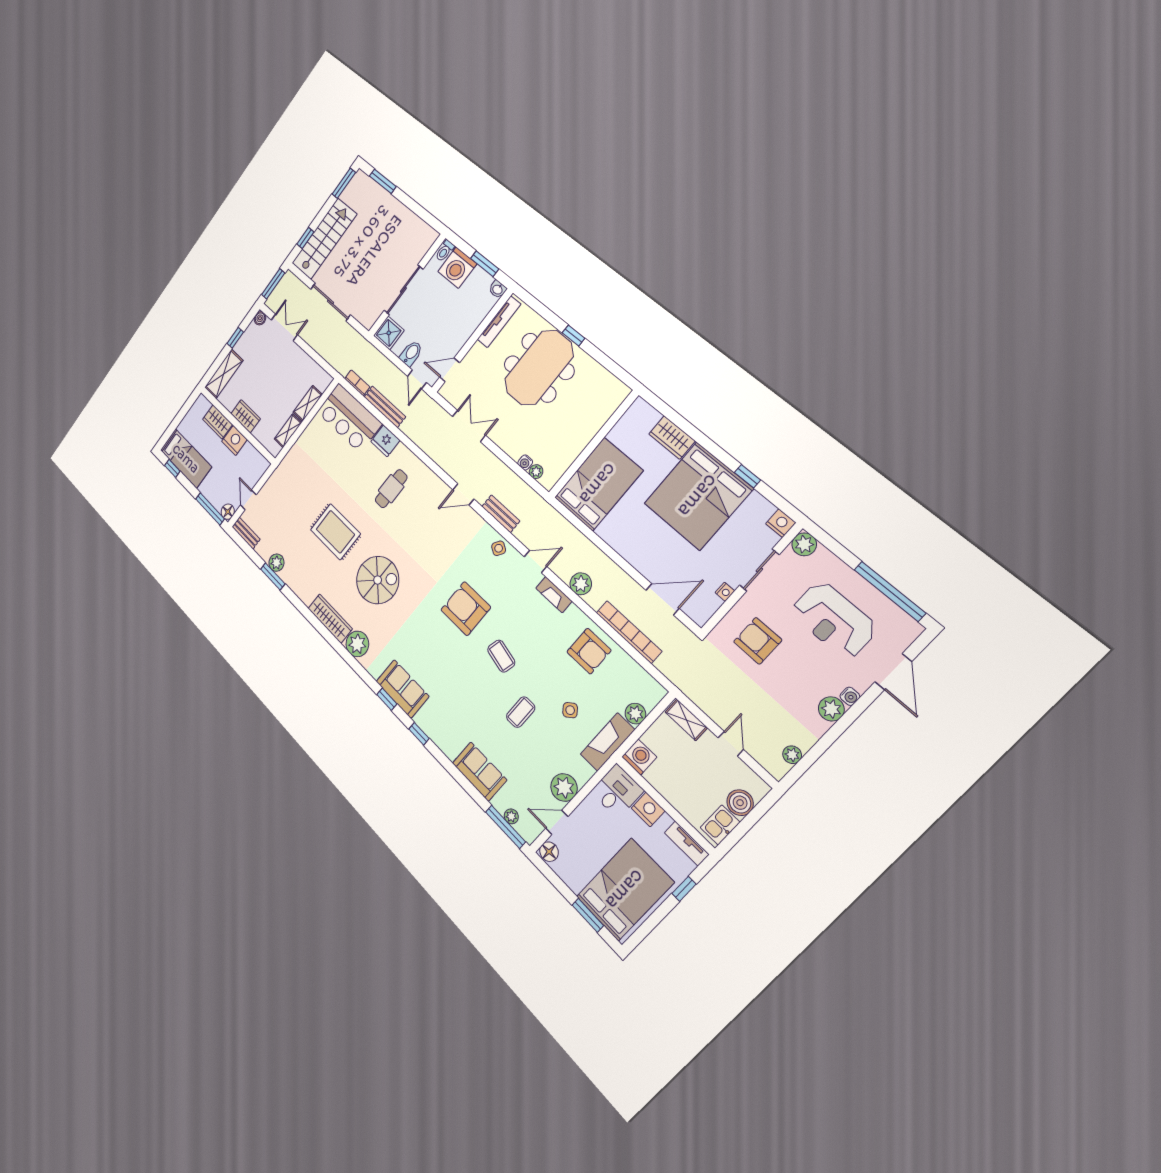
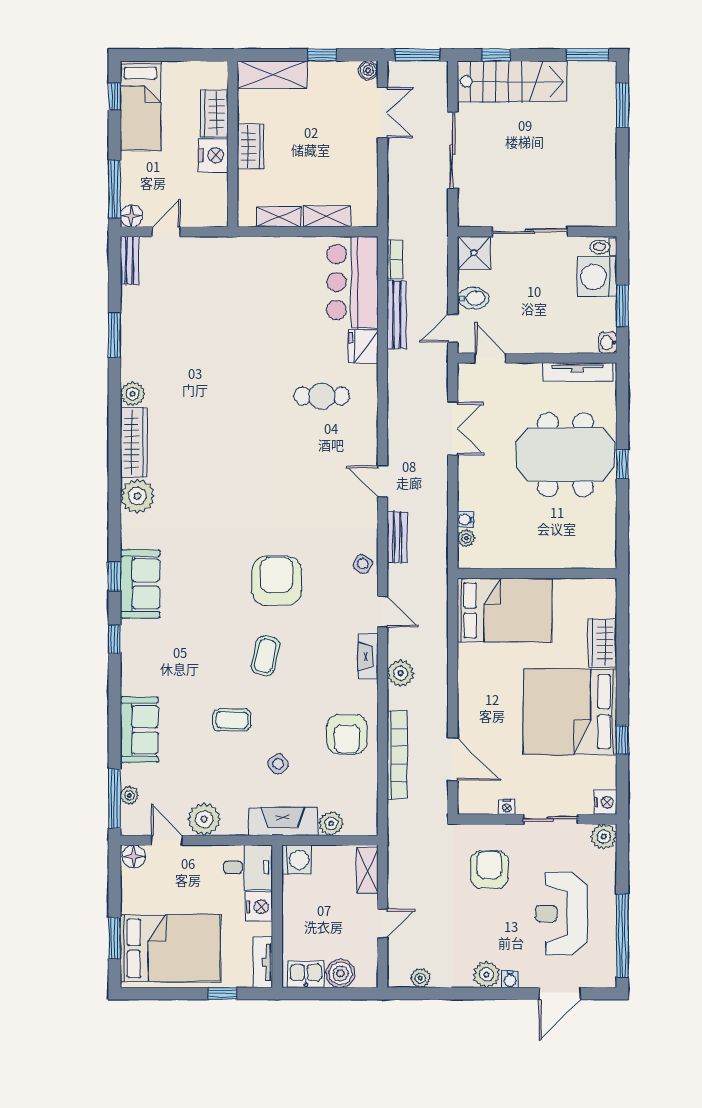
rug: (335, 532) -> (225, 370), removed
plant: (276, 563) -> (132, 394), moved
spiral stairs: (378, 580) -> (220, 462), removed

